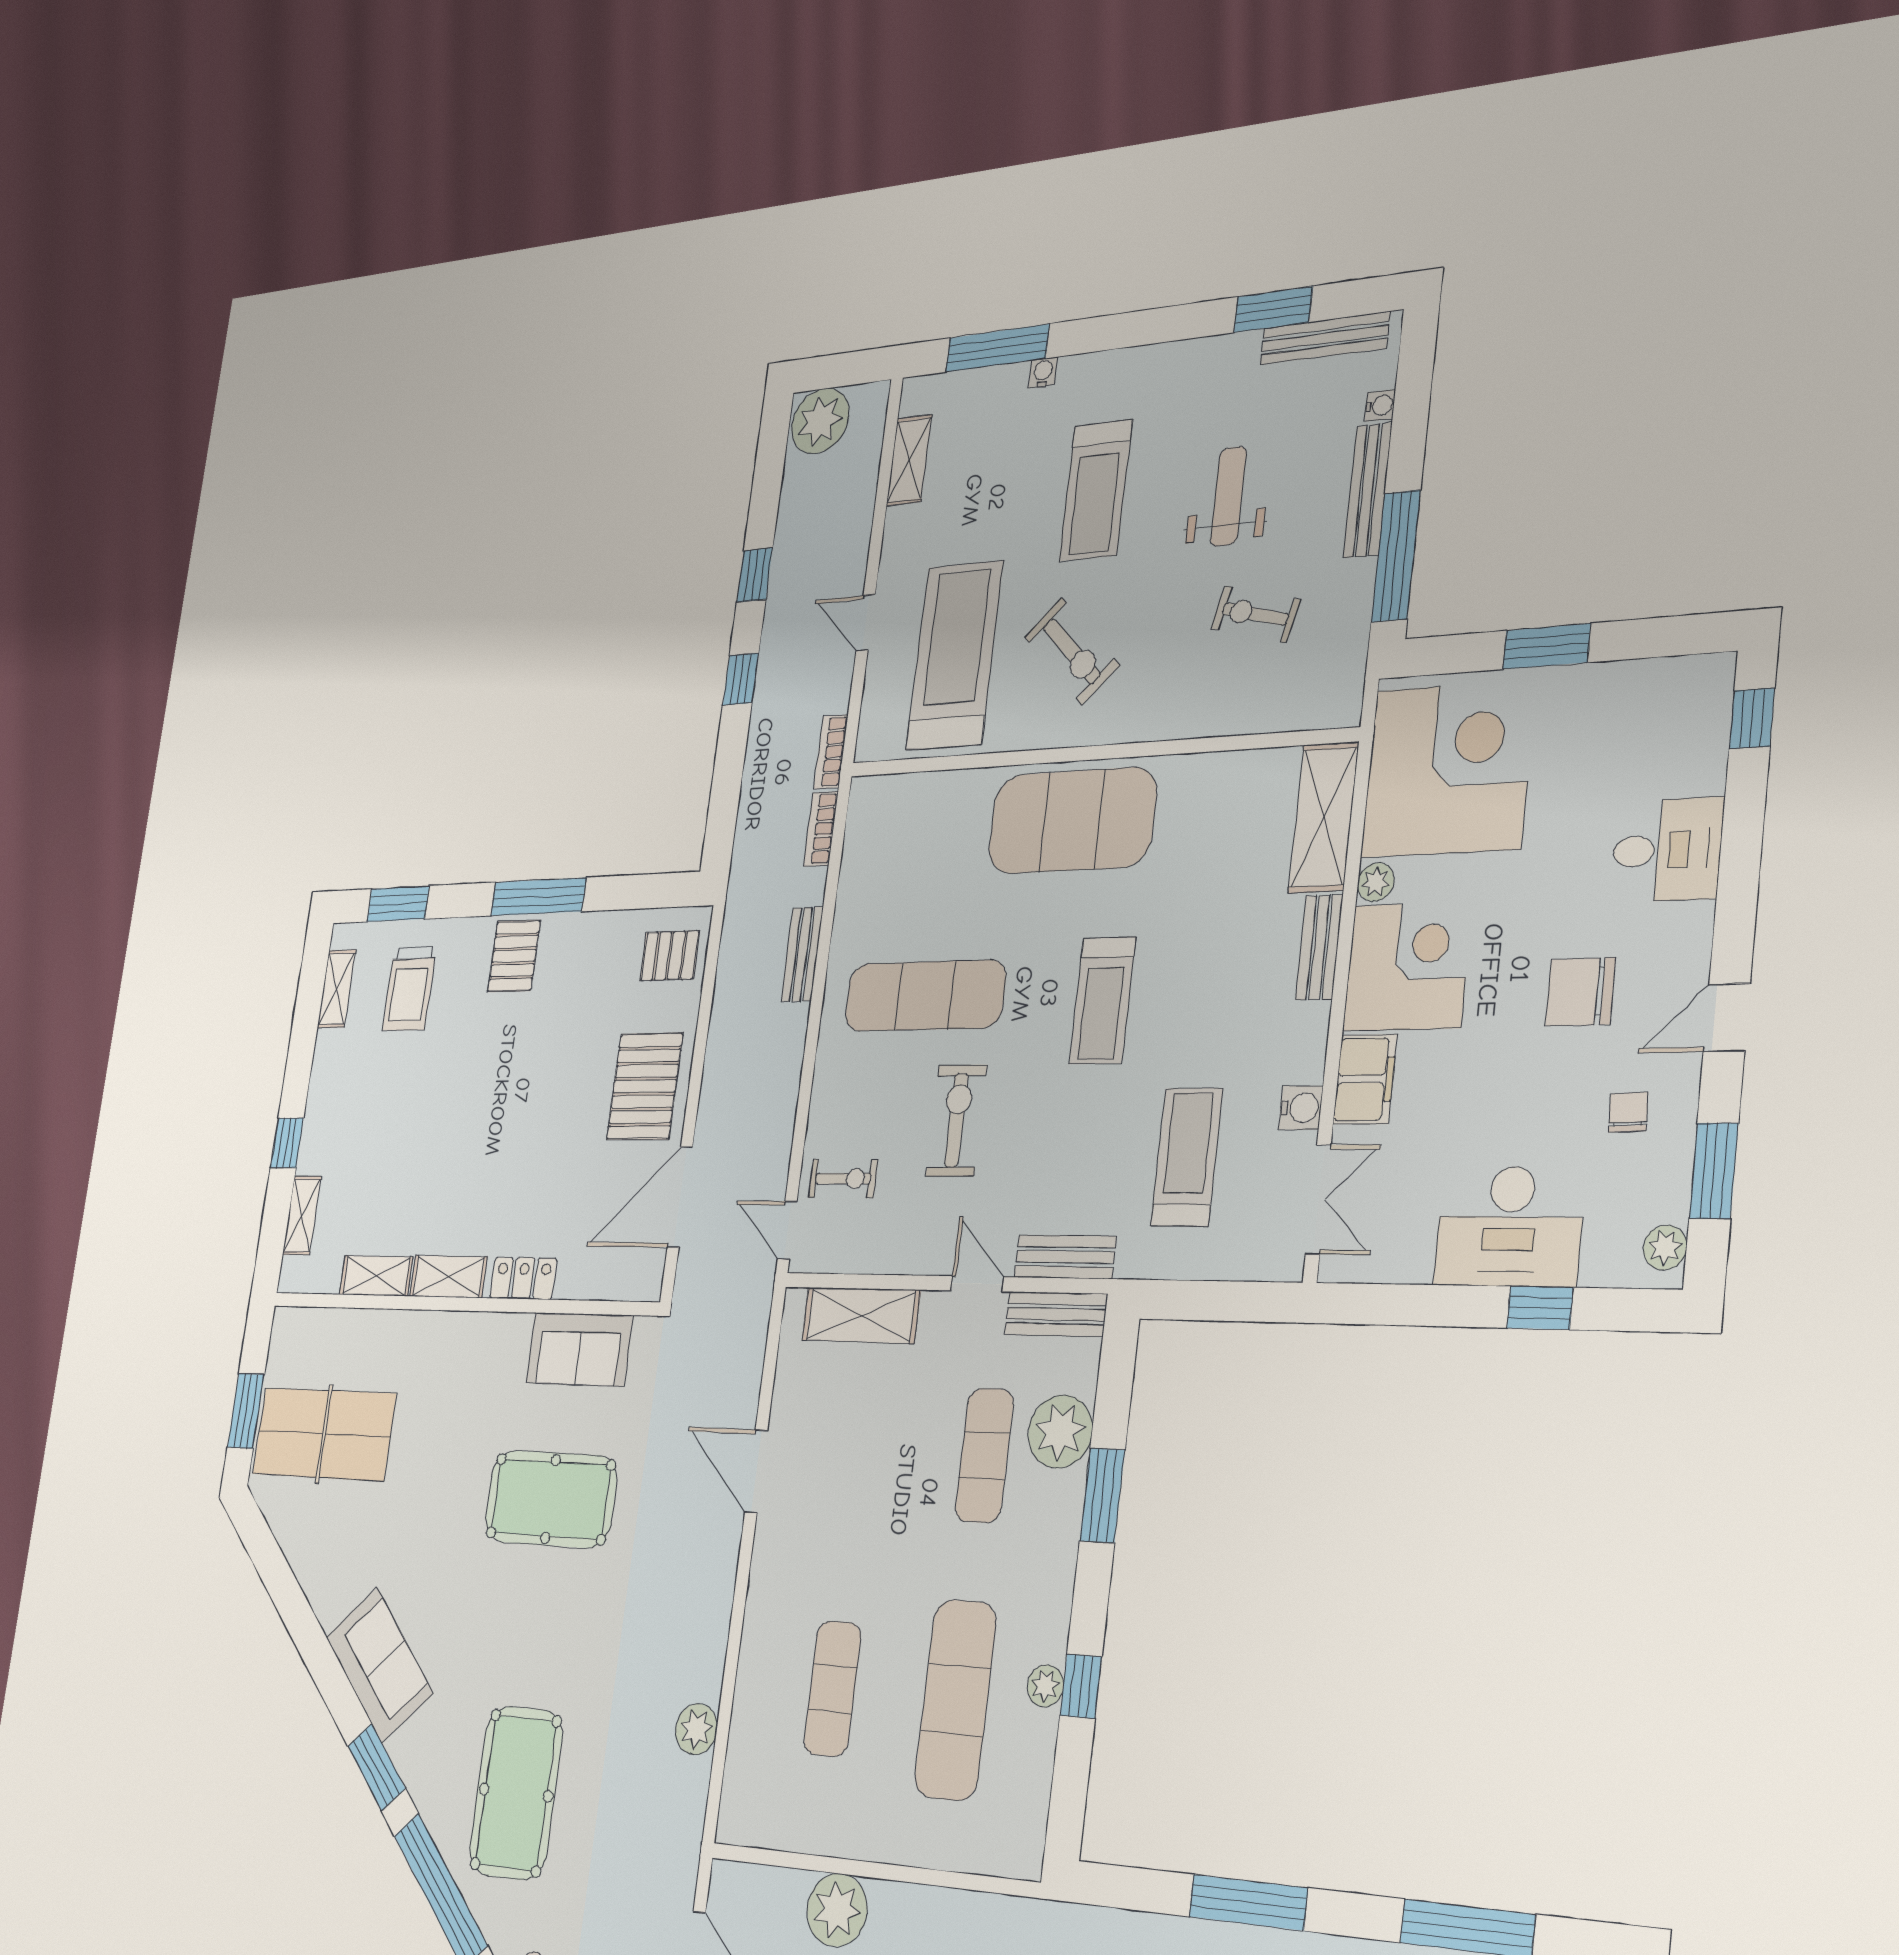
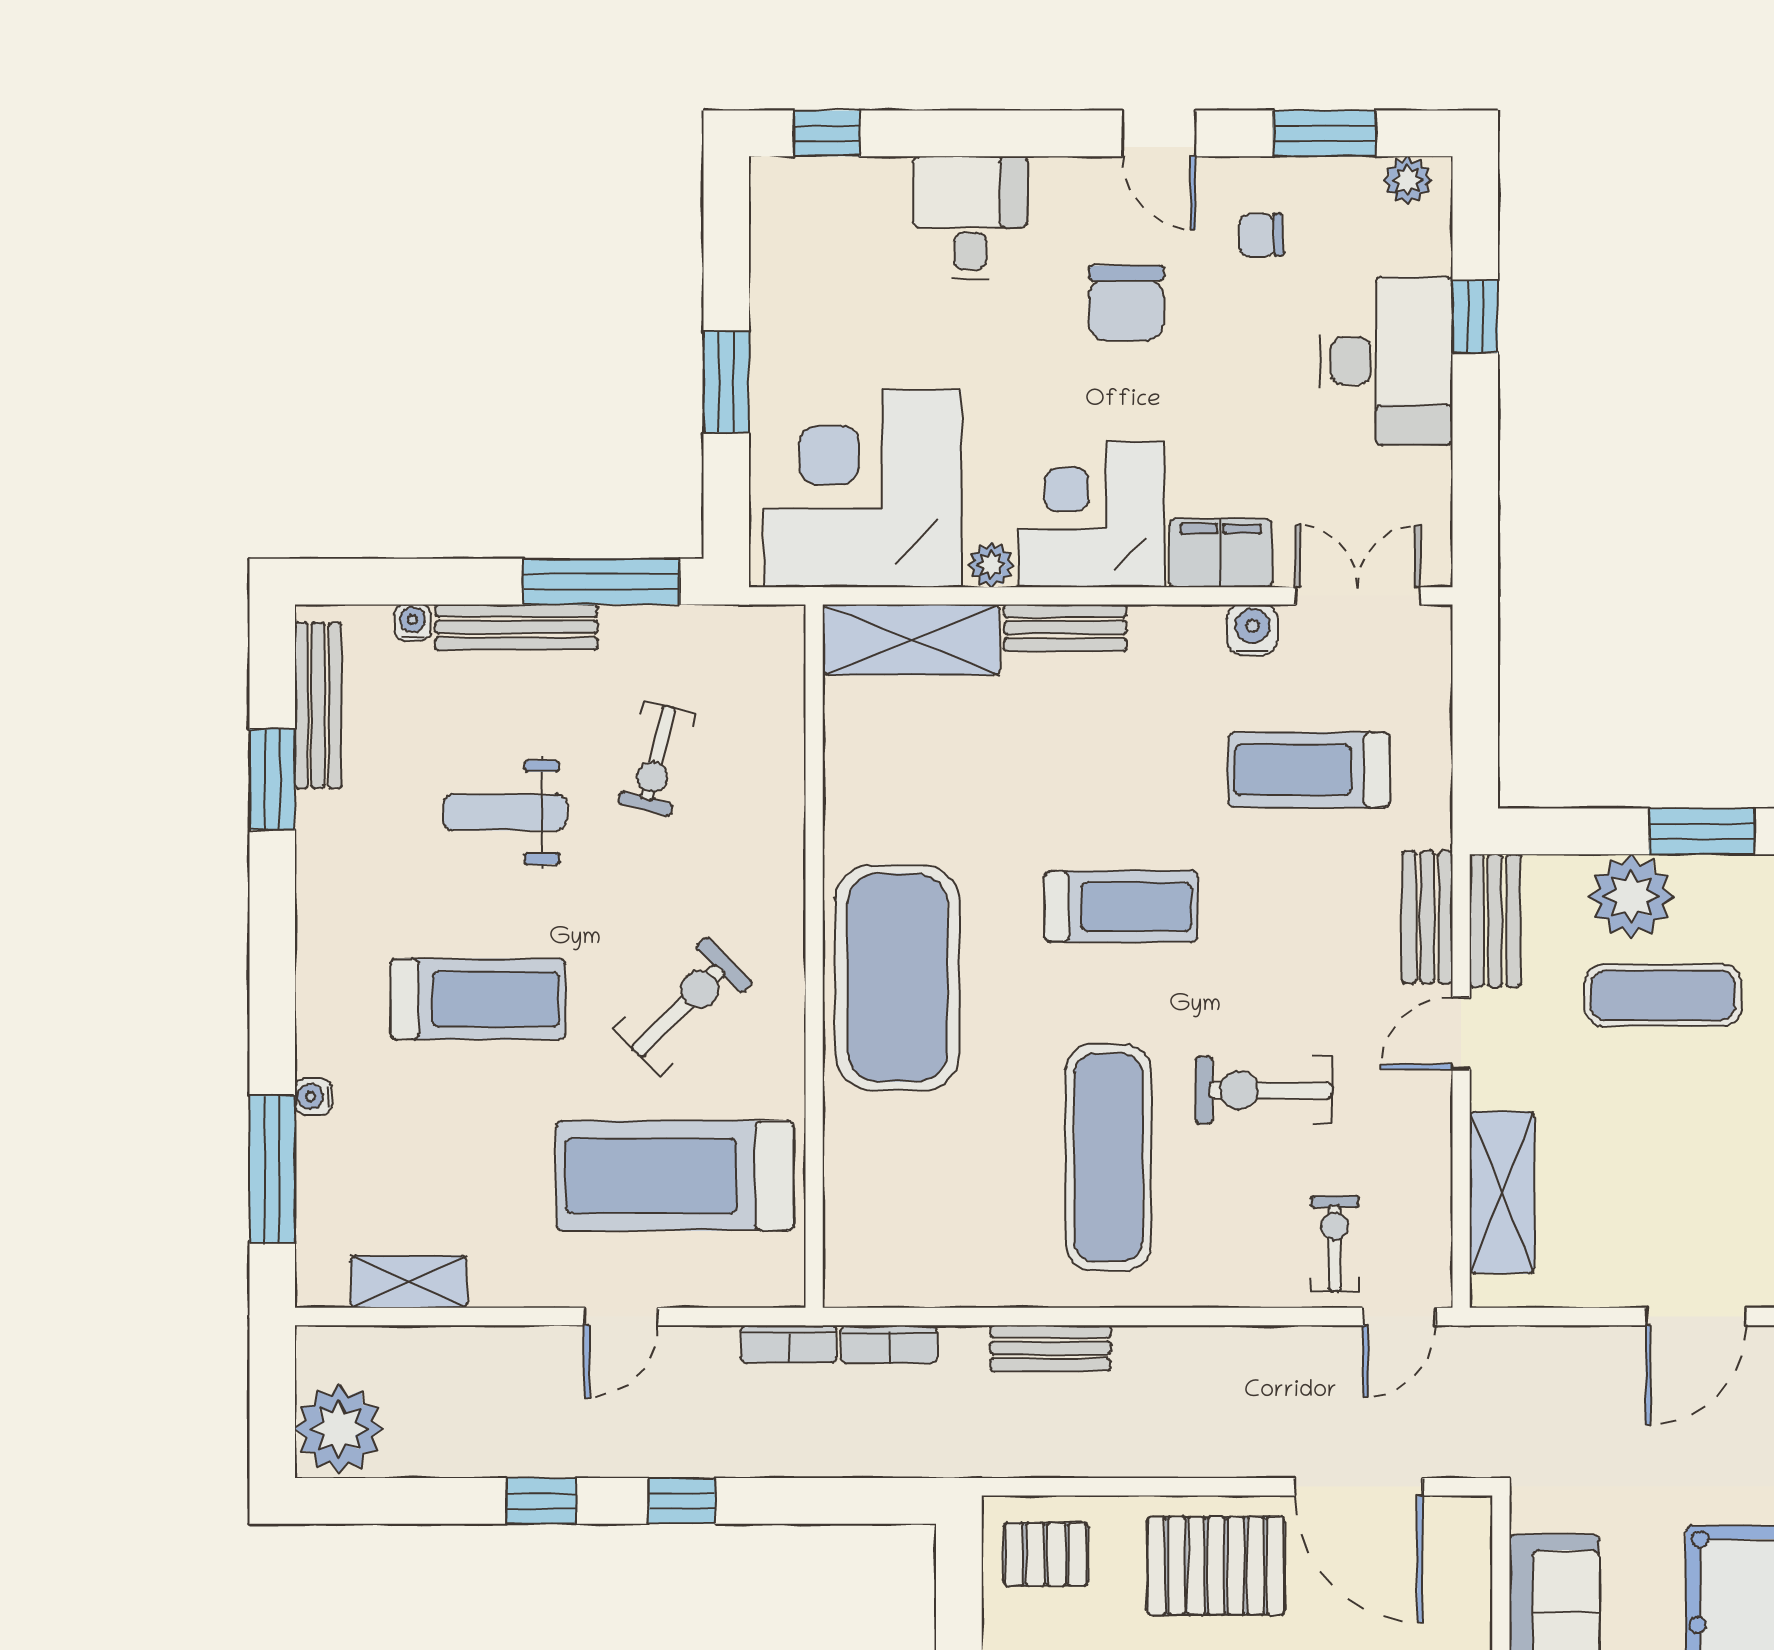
pallet: (670, 956) -> (1046, 1554), turned 90

